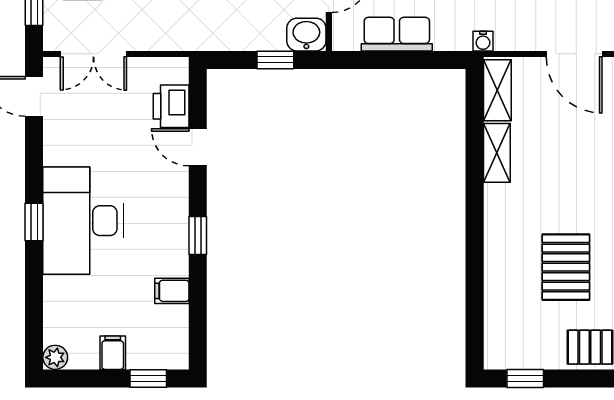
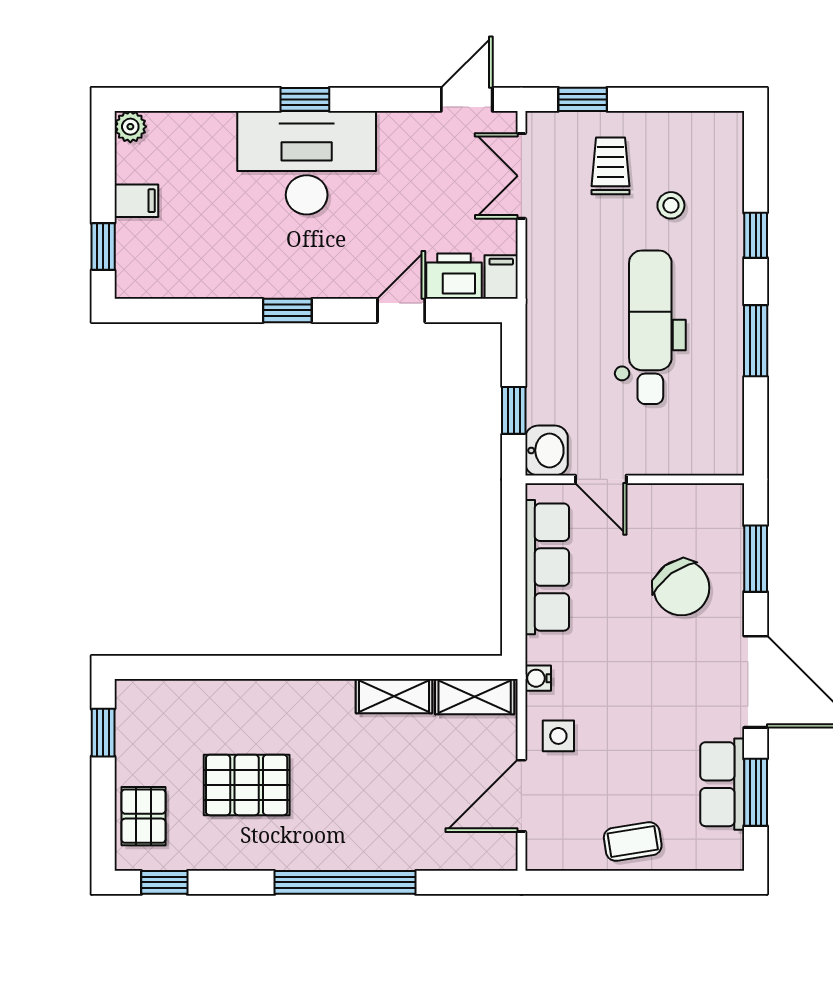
side table: (528, 25) -> (558, 736), added
row of seats: (397, 34) -> (547, 567), width x1.48
filing cabinet: (172, 291) -> (501, 277), moved

